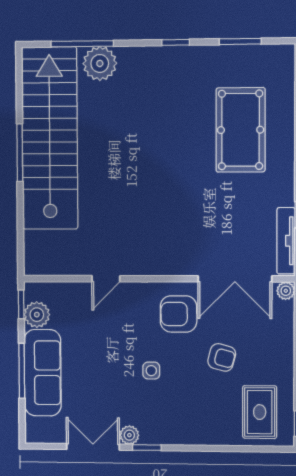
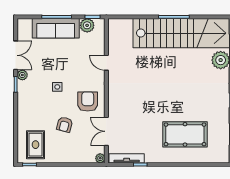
double door: (235, 279) -> (106, 131), width x0.73
rug: (260, 412) -> (36, 145), turned 90

